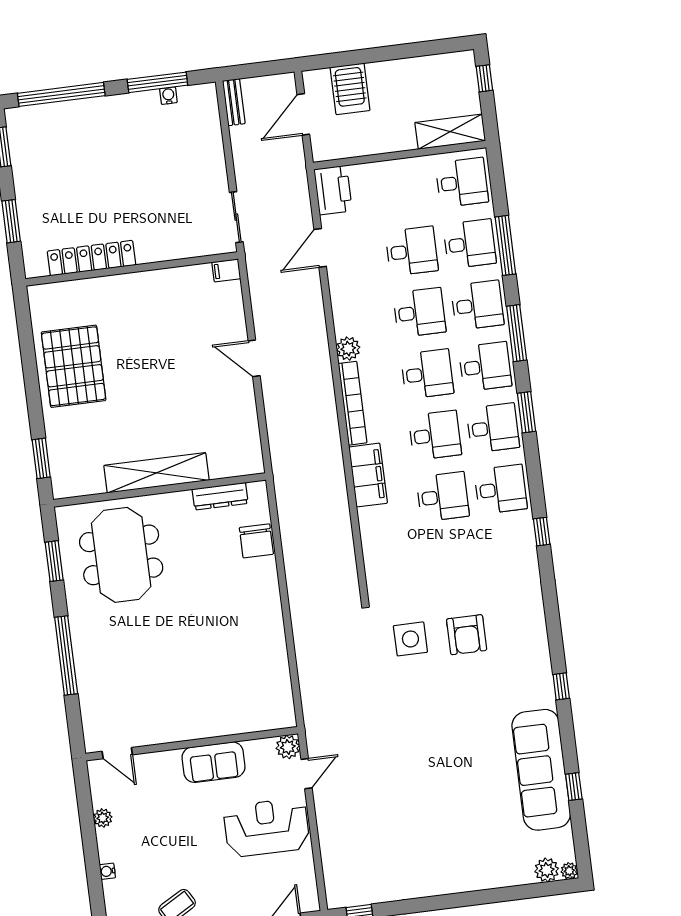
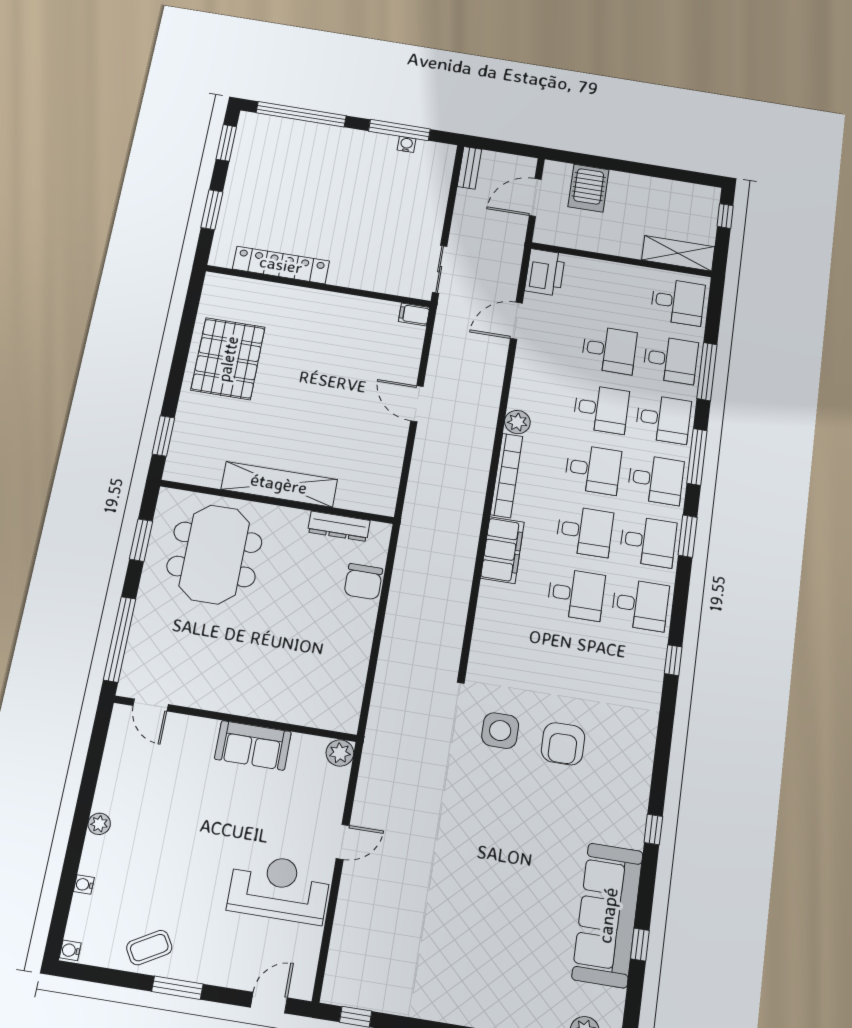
wall: (192, 744) -> (235, 719), moved
plant: (288, 747) -> (340, 753), moved
door: (117, 753) -> (151, 705), moved
sofa: (214, 762) -> (253, 745), moved

